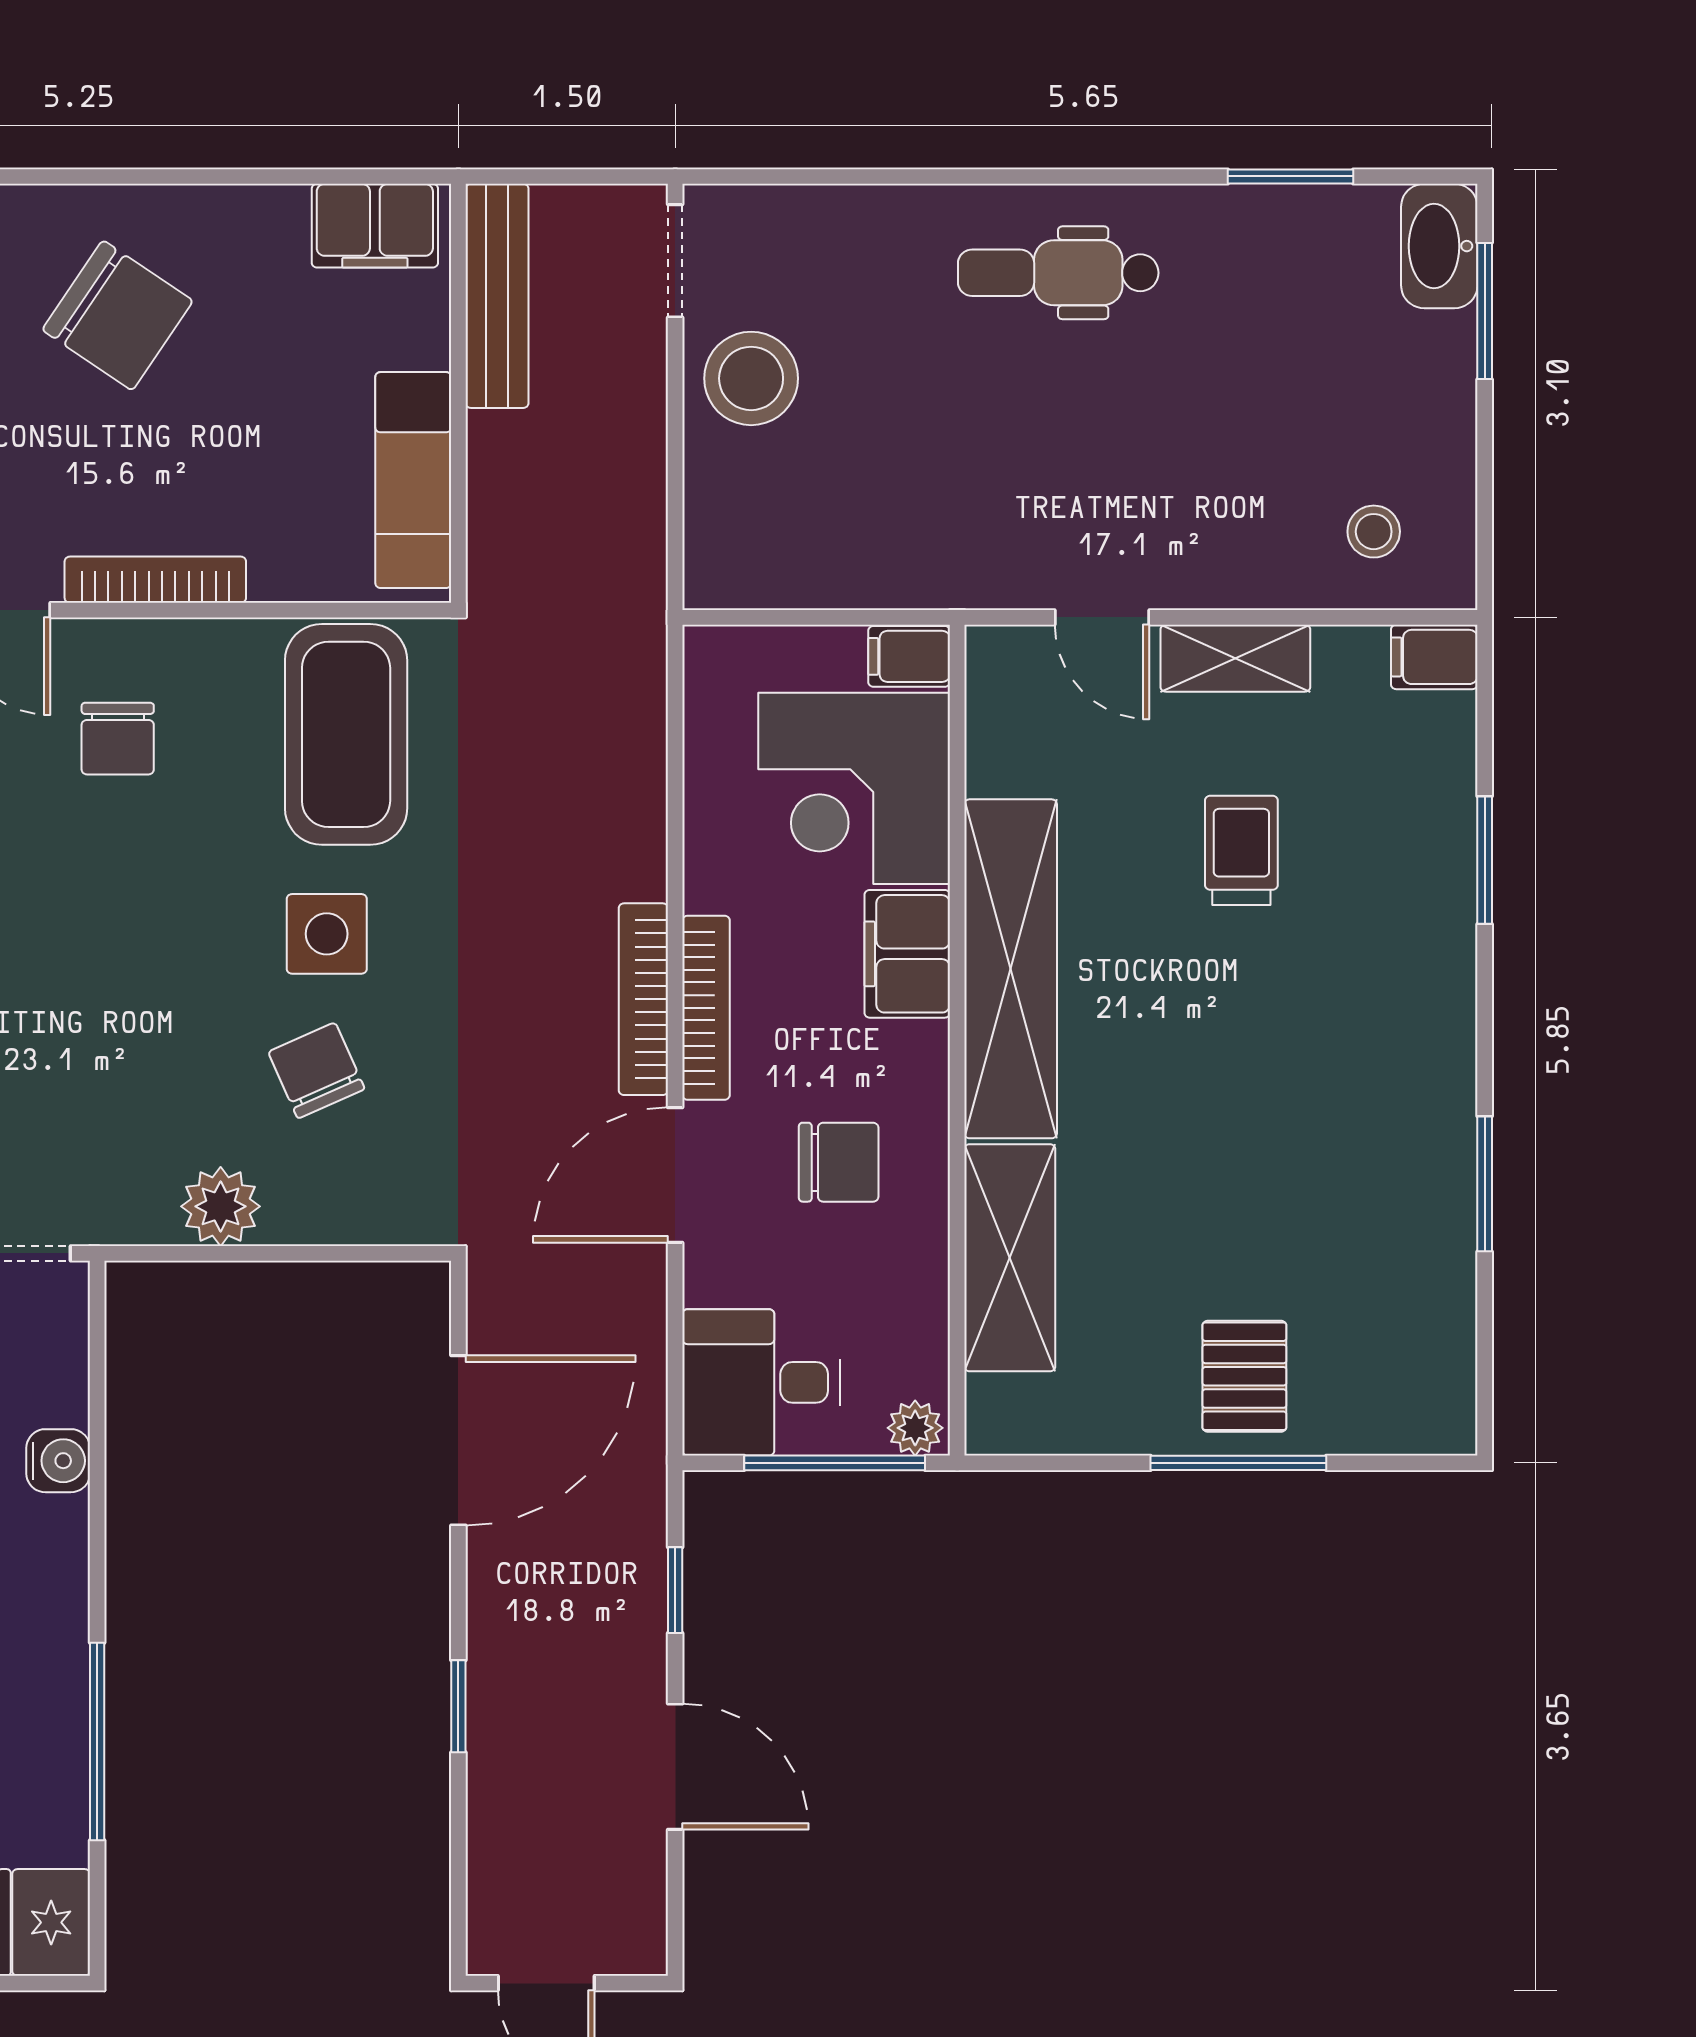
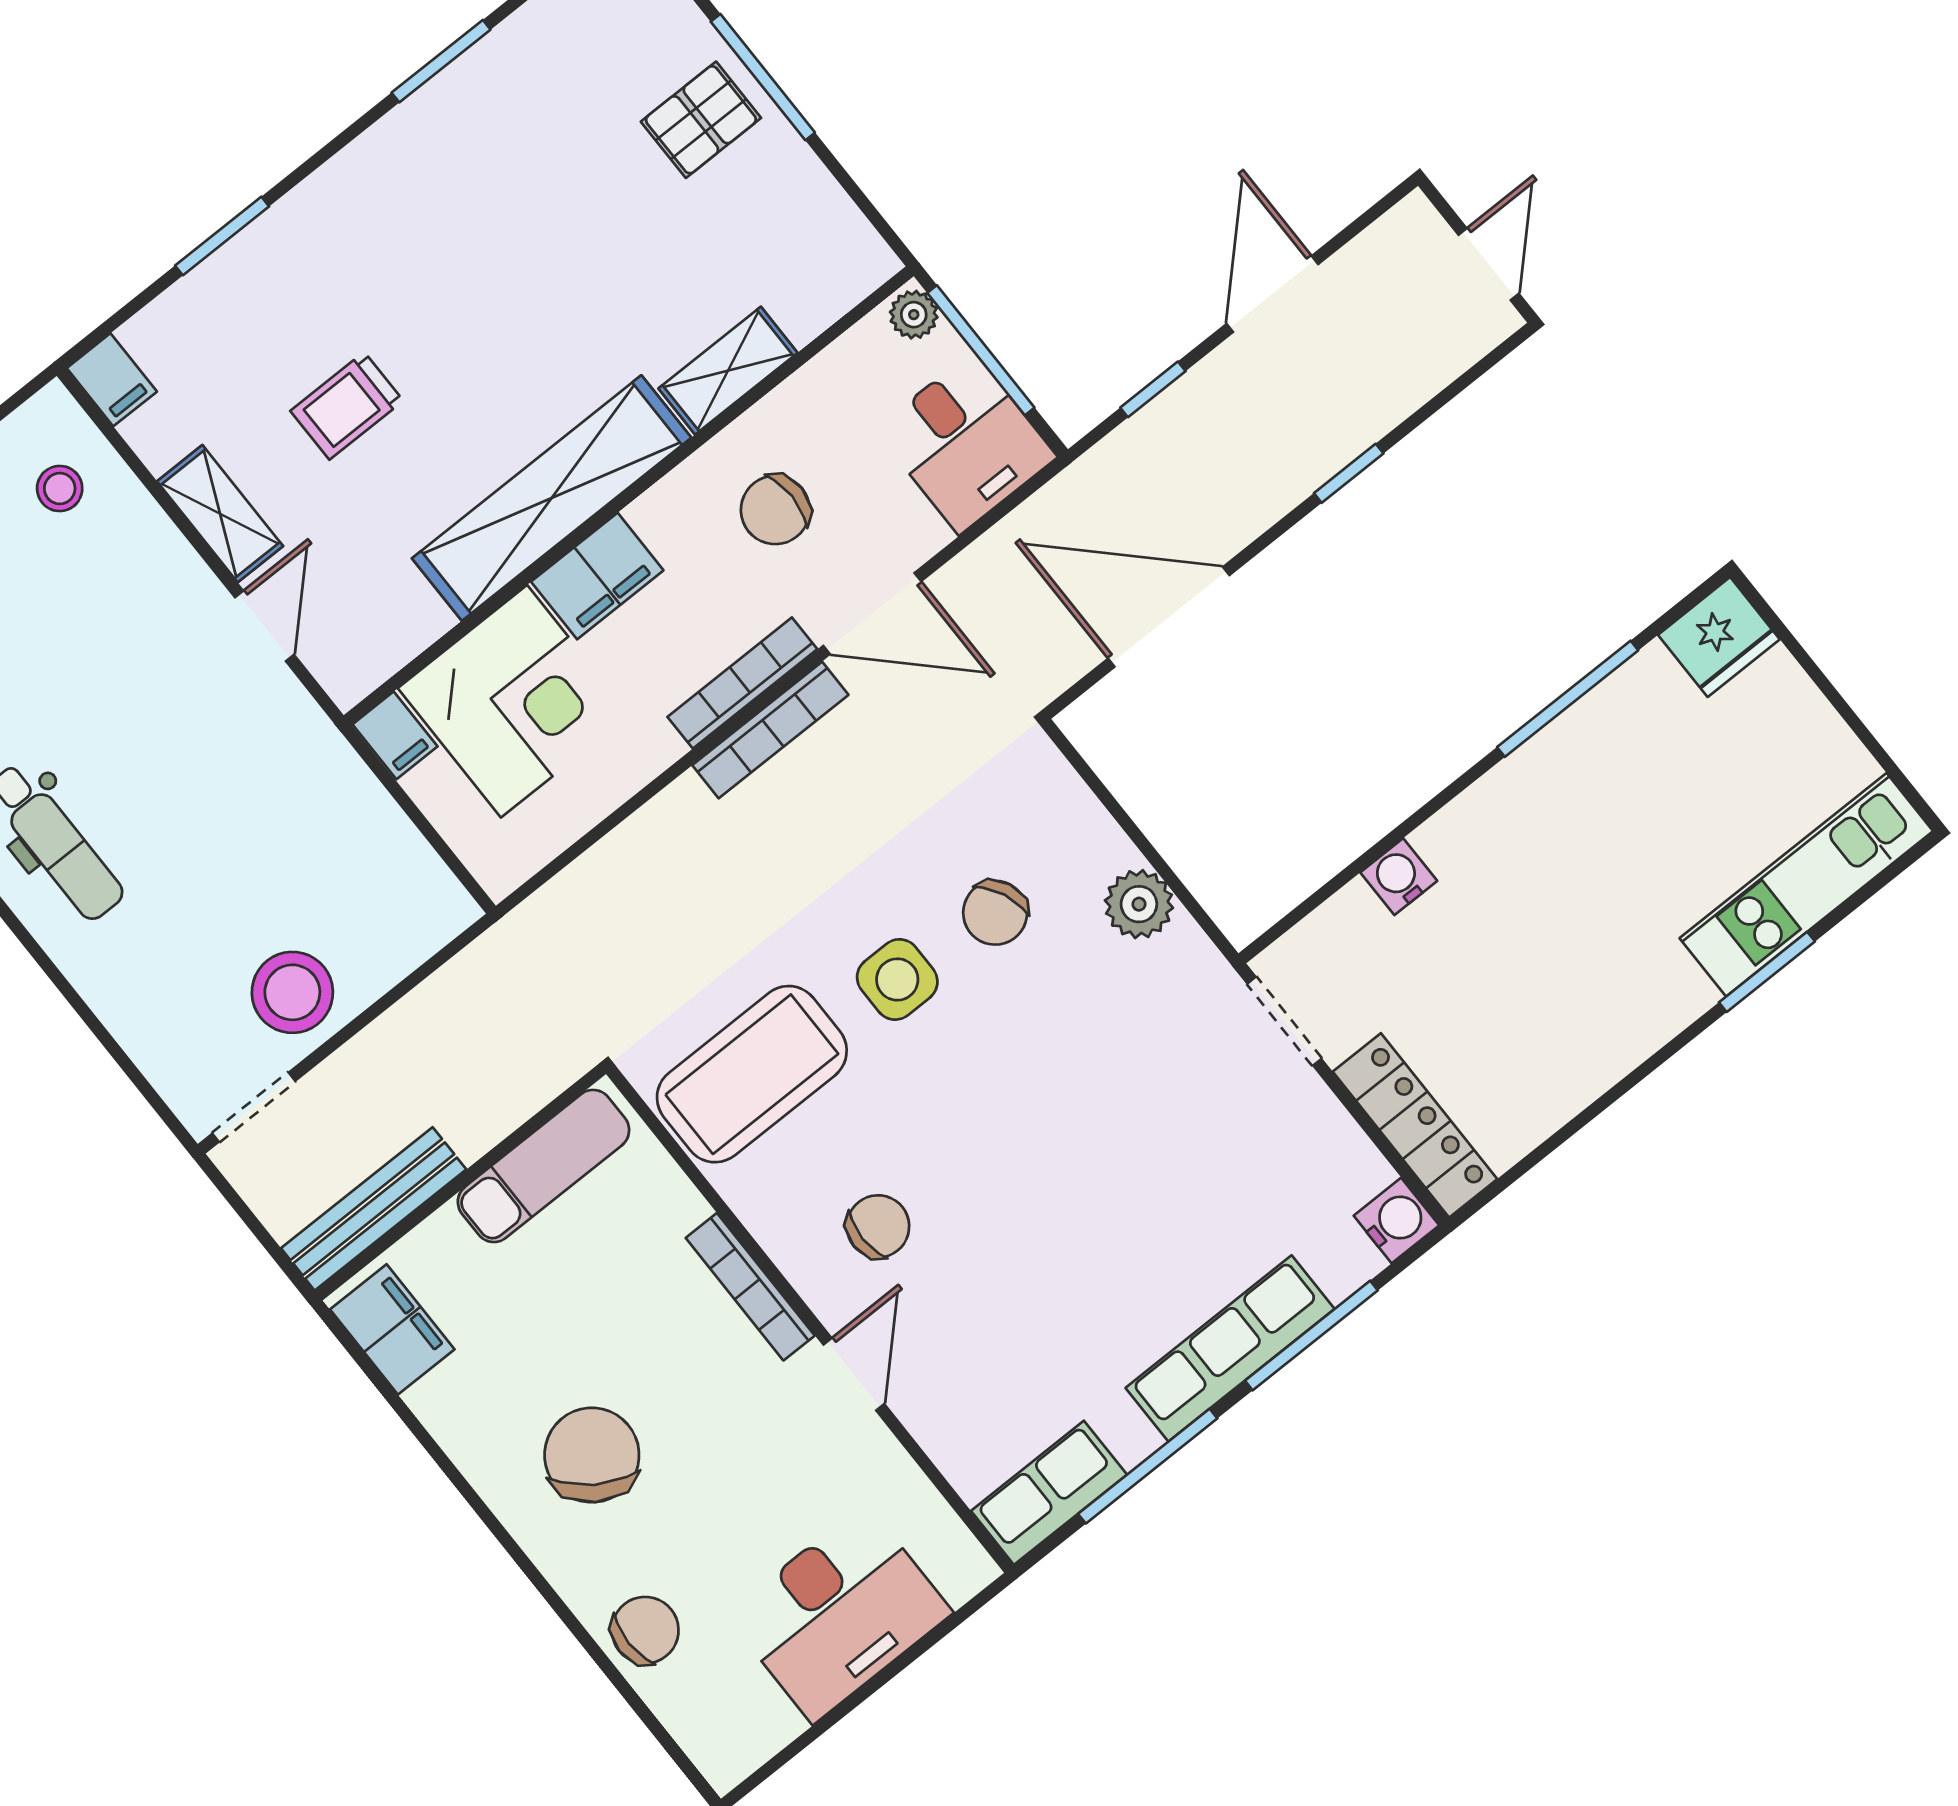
chair: (839, 1162) -> (775, 510), turned -90
shelving: (1010, 1258) -> (728, 371), width x0.67, depth x0.75

